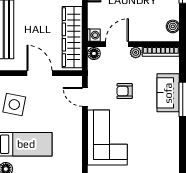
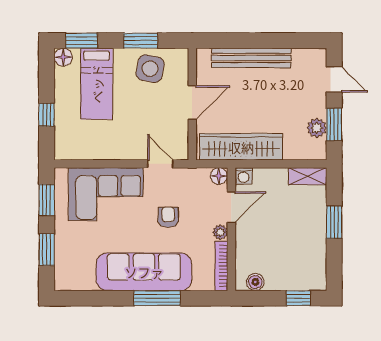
door: (117, 44) -> (231, 207), hinge flipped
sofa: (168, 93) -> (144, 272), width x1.85, depth x1.27
door: (85, 97) -> (160, 164), hinge flipped

